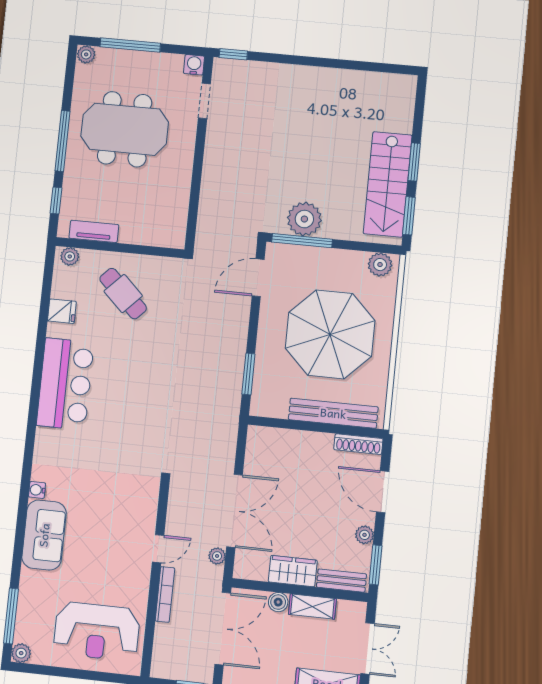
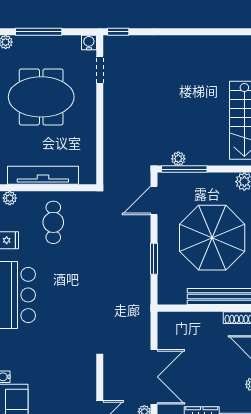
plant: (304, 219) -> (178, 159), width x0.53, depth x0.53
tv unit: (94, 231) -> (43, 175), width x1.92, depth x1.29
cafe table: (123, 294) -> (53, 222), turned 46
window: (248, 374) -> (154, 259), moved

